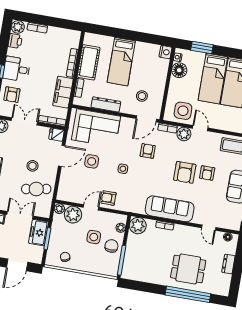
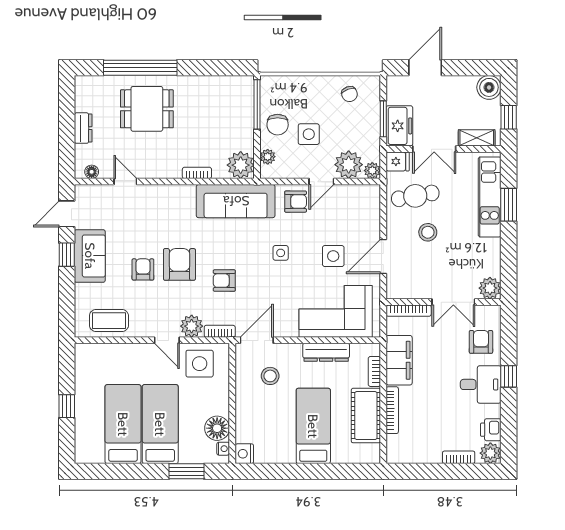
fridge: (57, 135) -> (398, 161), moved
armchair: (148, 151) -> (224, 281), moved, turned 90
sofa: (170, 209) -> (236, 201), moved

